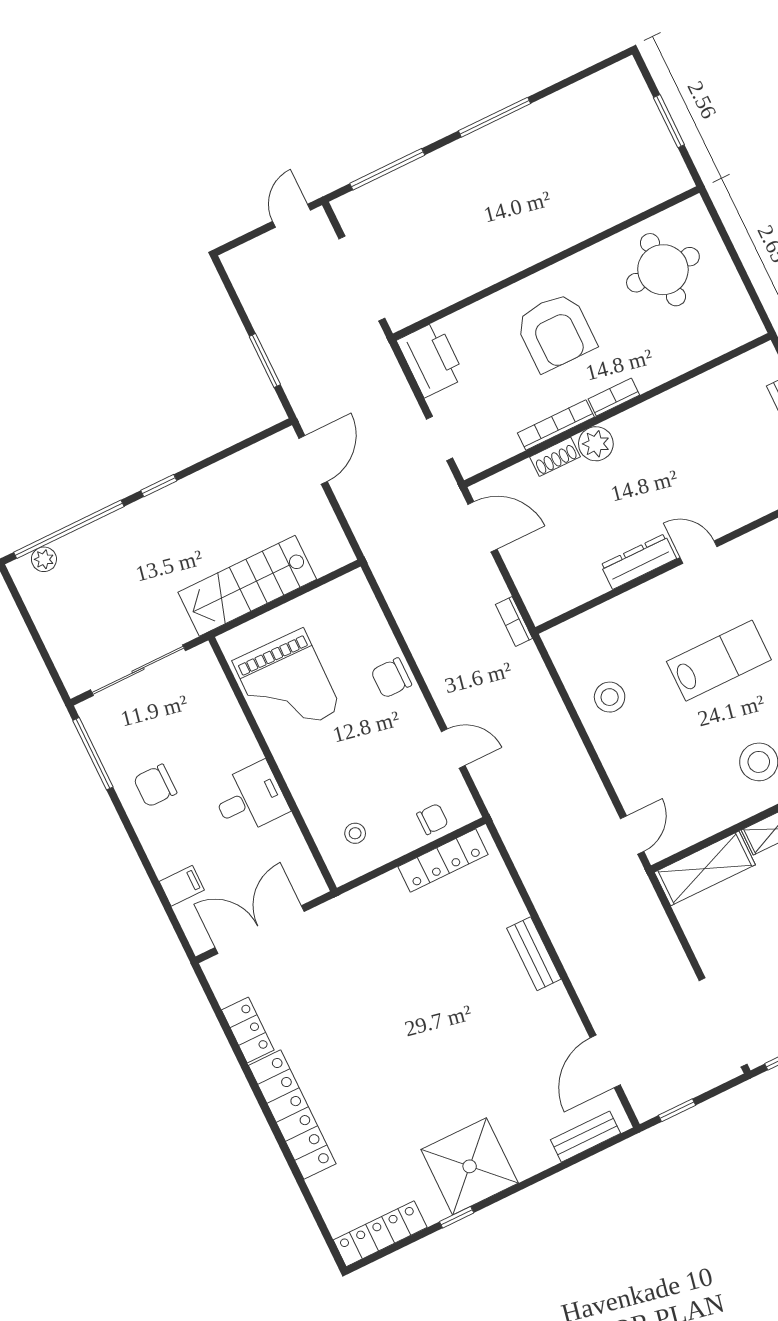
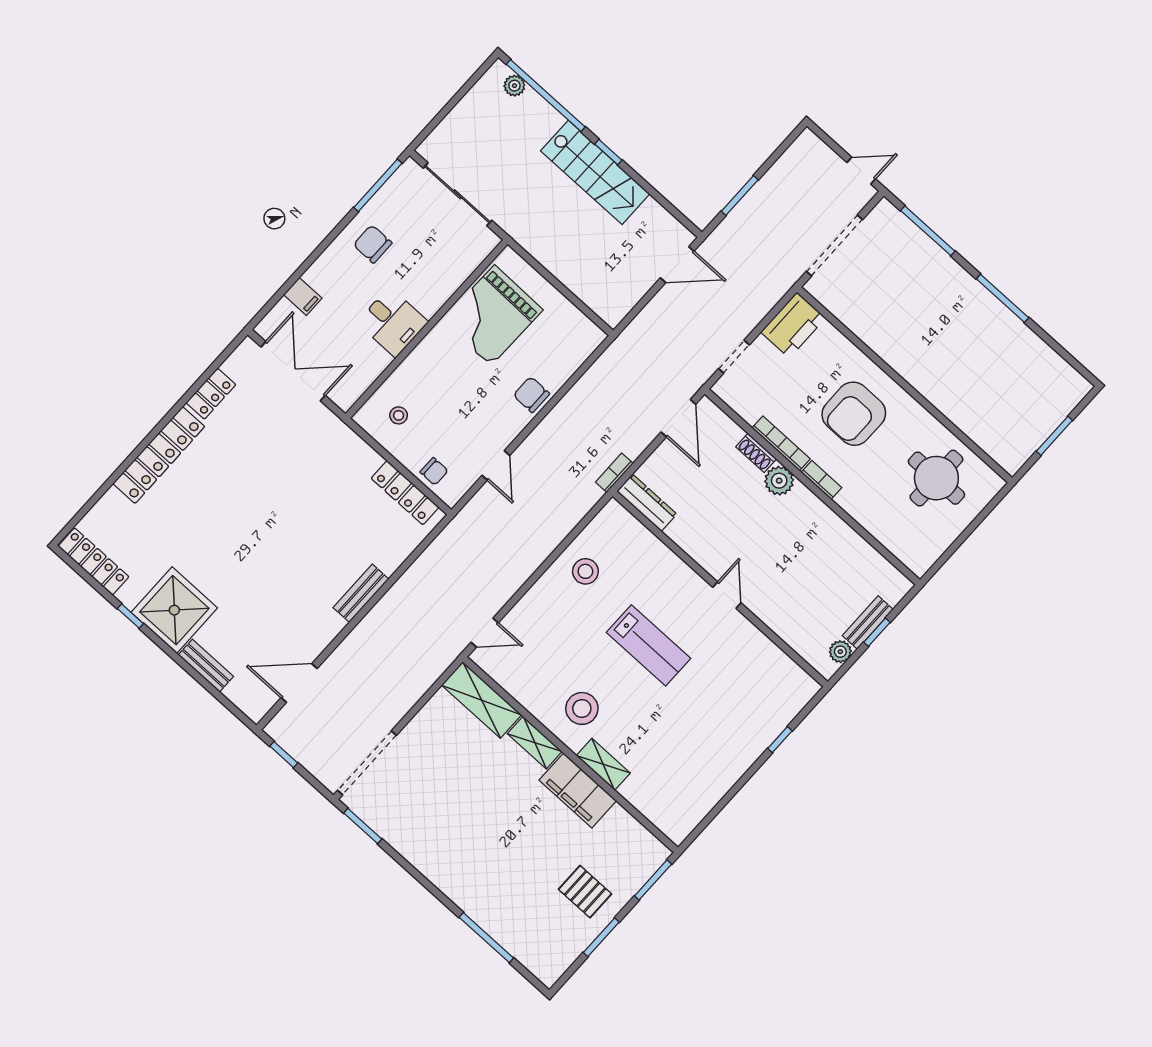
dresser: (639, 562) -> (647, 503), moved
stairs: (247, 586) -> (595, 172), moved, turned 180
bench: (586, 1137) -> (206, 666), moved

